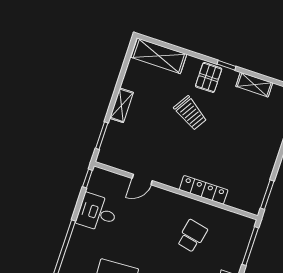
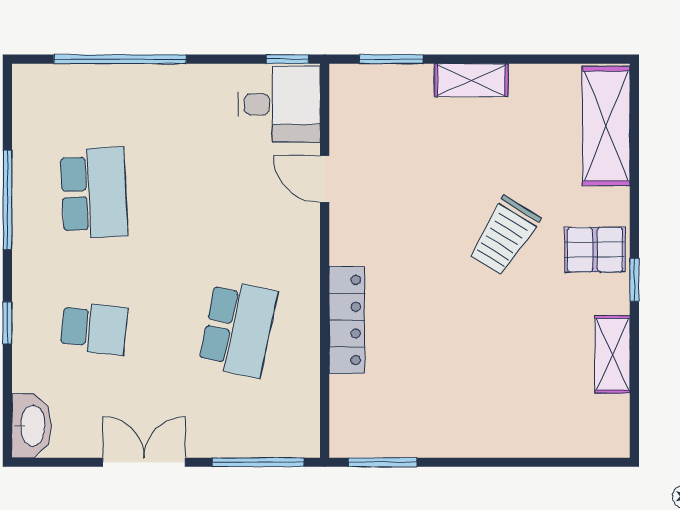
desk: (97, 213) -> (279, 104), moved, turned 90
school desk: (192, 236) -> (238, 328), width x1.85

